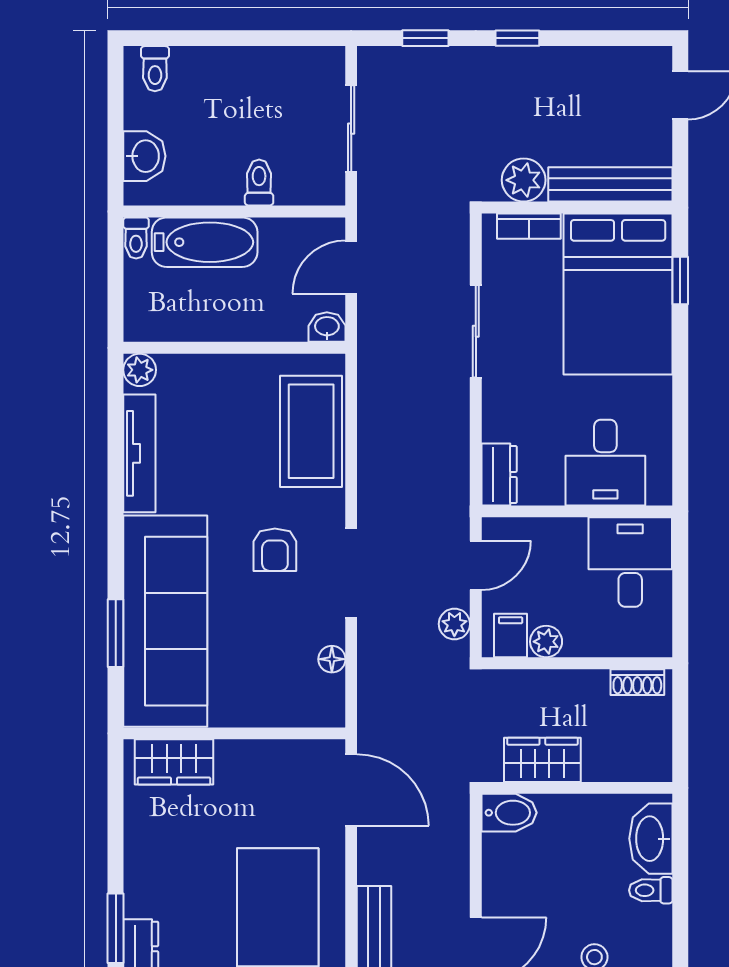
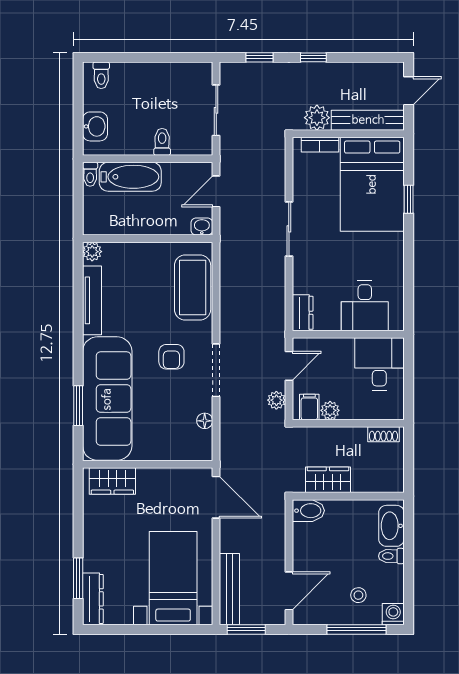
plant: (524, 180) -> (317, 118), moved
bench: (610, 184) -> (368, 120), moved
wall: (577, 208) -> (348, 134), moved
bookcase: (529, 226) -> (320, 145), moved
bed: (618, 294) -> (372, 184), moved

